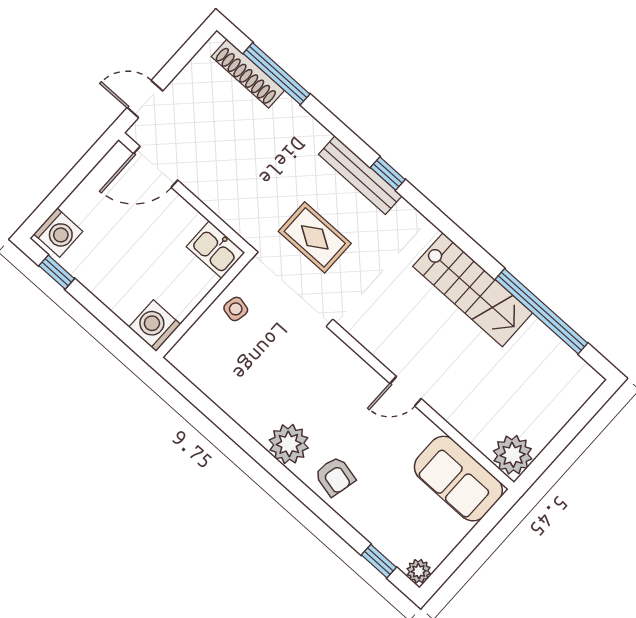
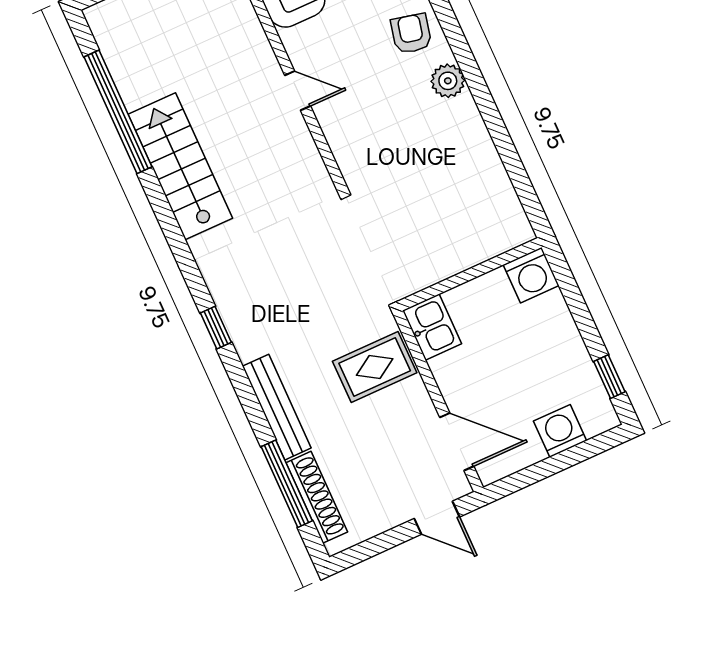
bench: (360, 175) -> (277, 407), moved
washing machine: (58, 233) -> (560, 431), moved
rug: (315, 237) -> (375, 367), moved, turned 90
side table: (236, 309) -> (438, 255), removed
plant: (289, 444) -> (448, 81), width x0.73, depth x0.73

